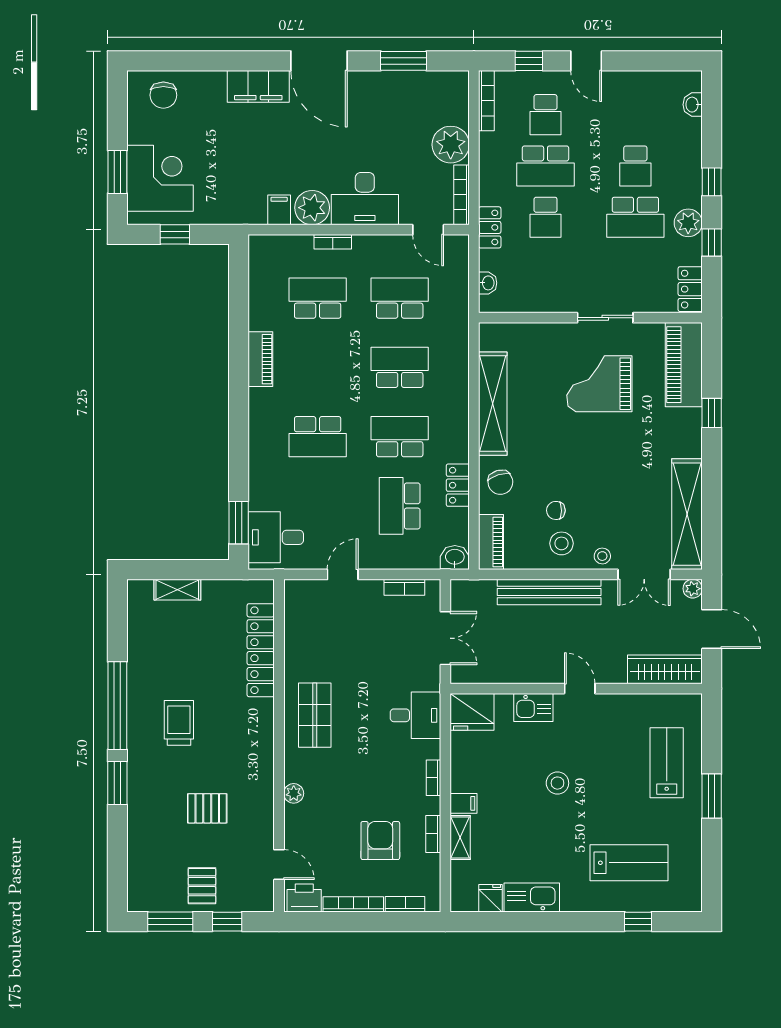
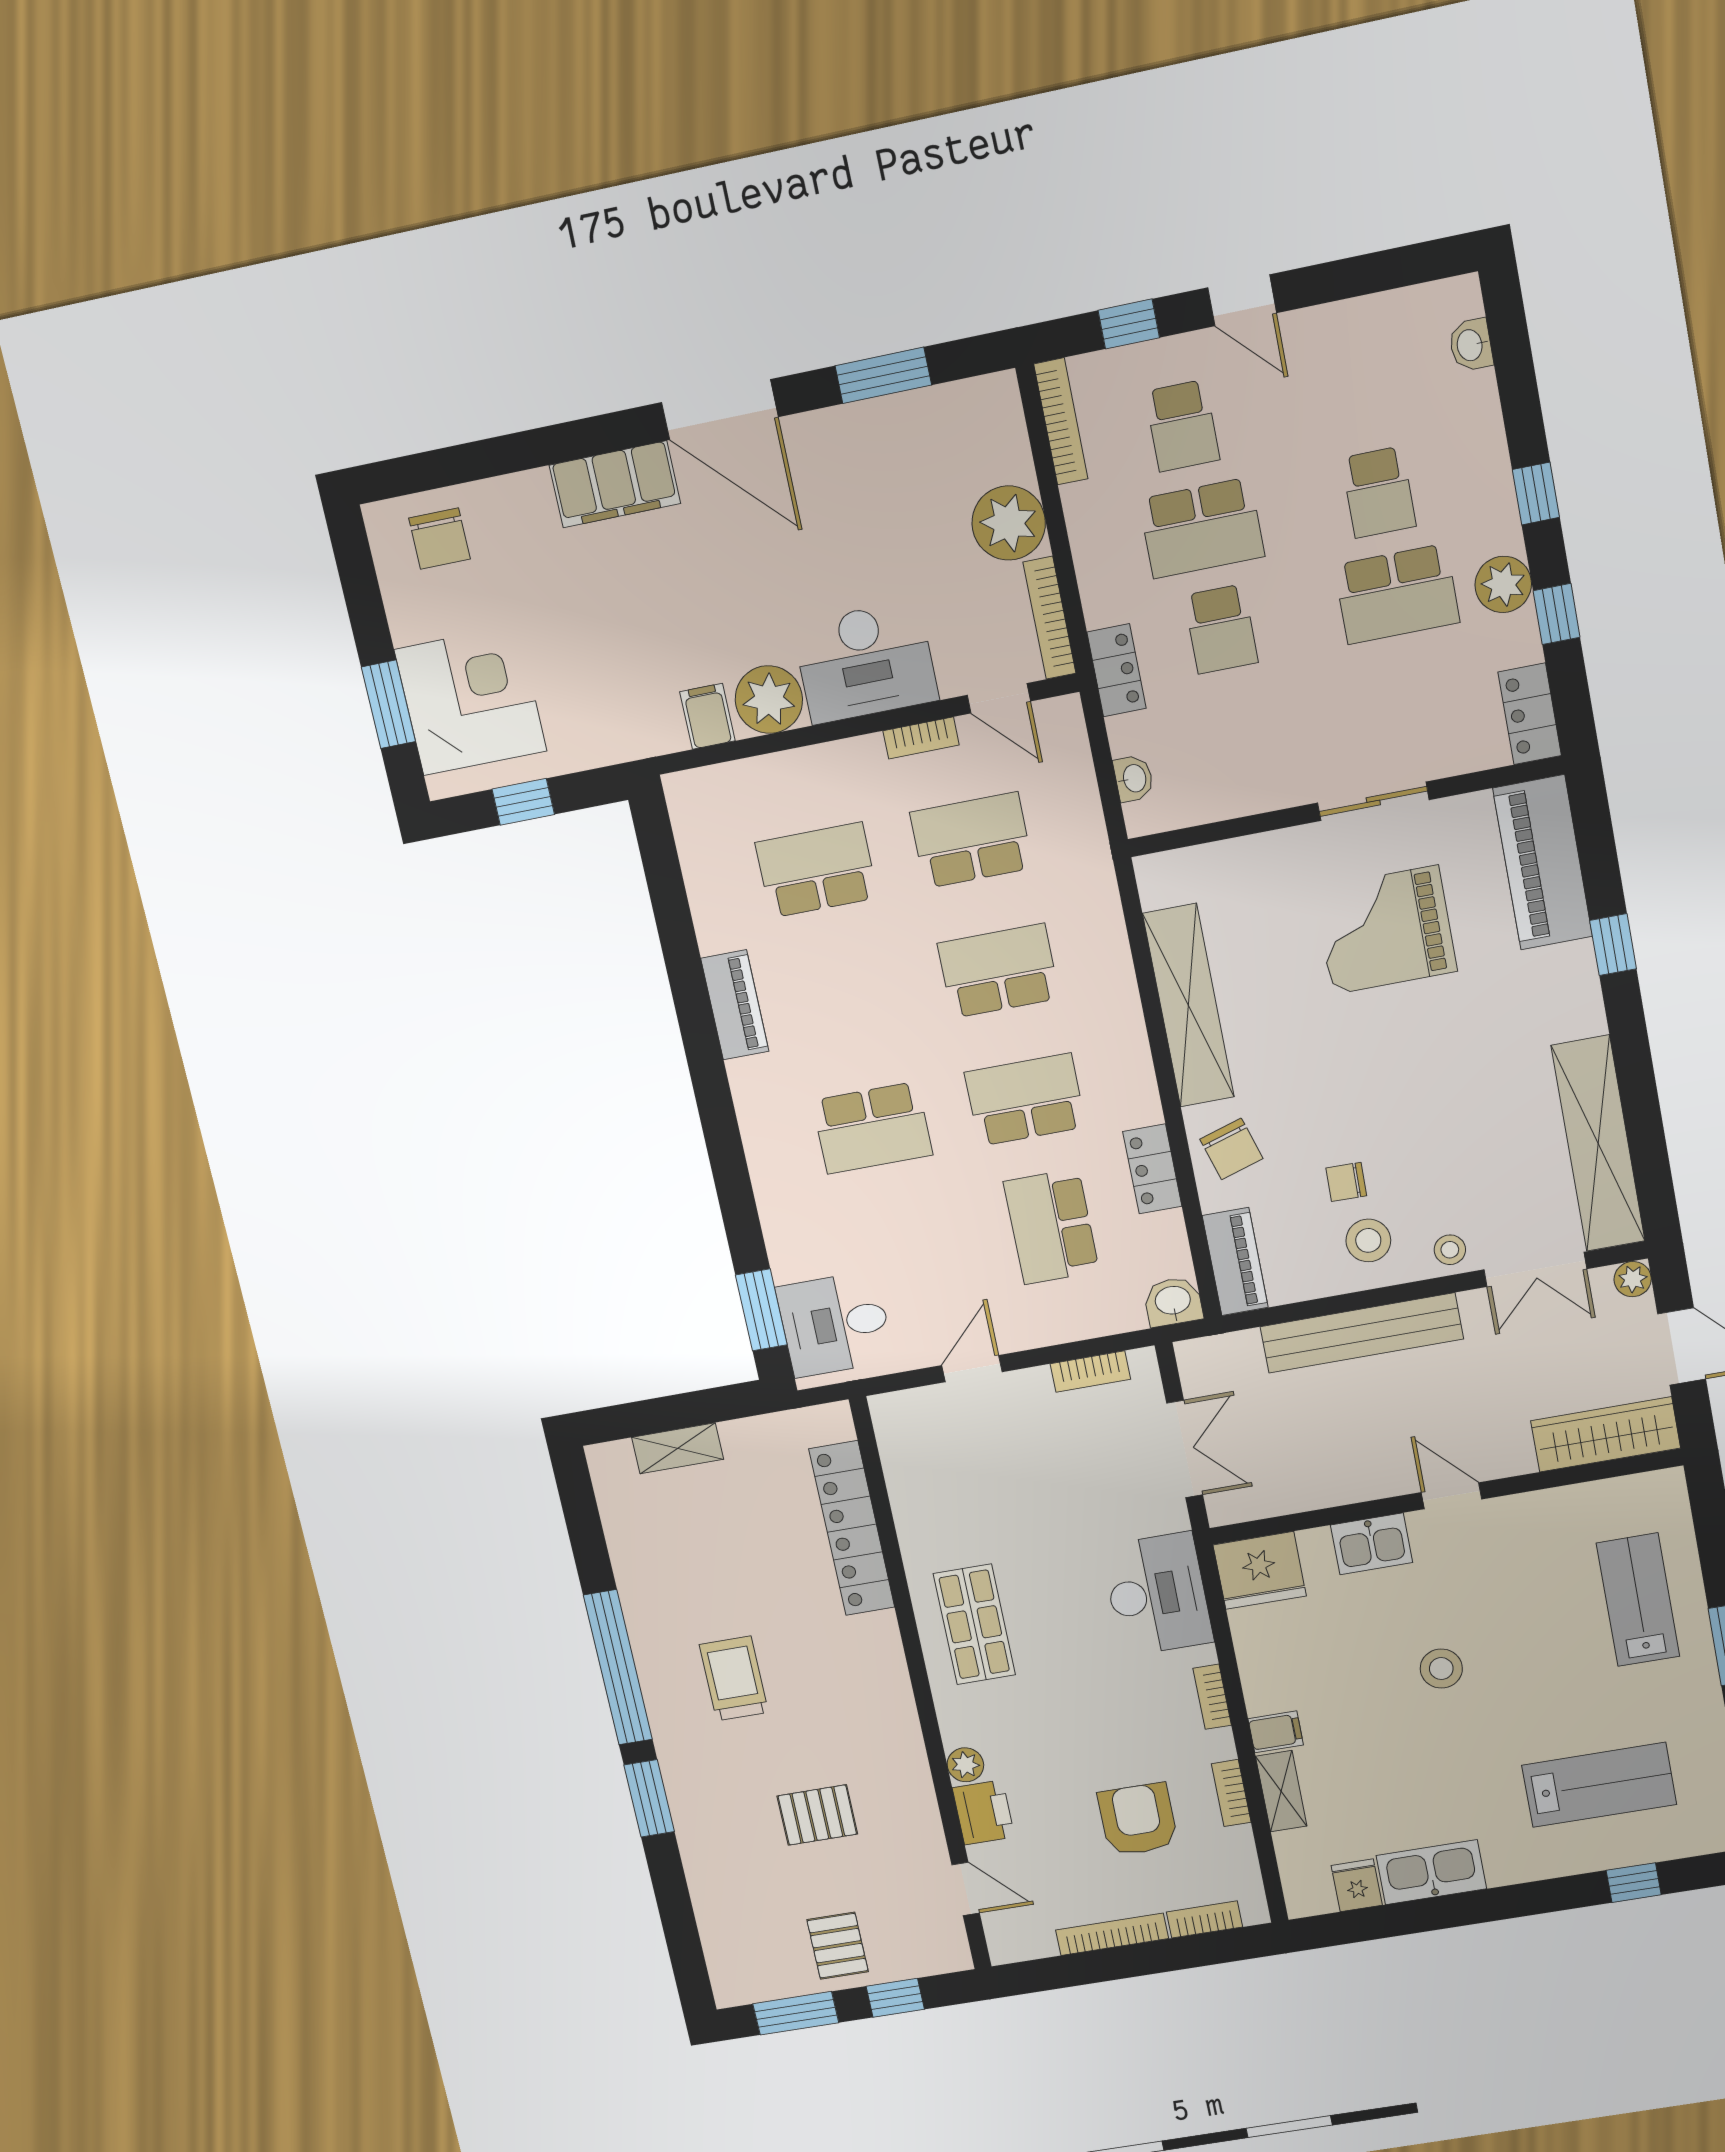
bookcase: (333, 242) -> (921, 738), moved
desk: (415, 715) -> (1157, 1594), width x1.37
printer: (304, 898) -> (984, 1812), moved, turned 90

